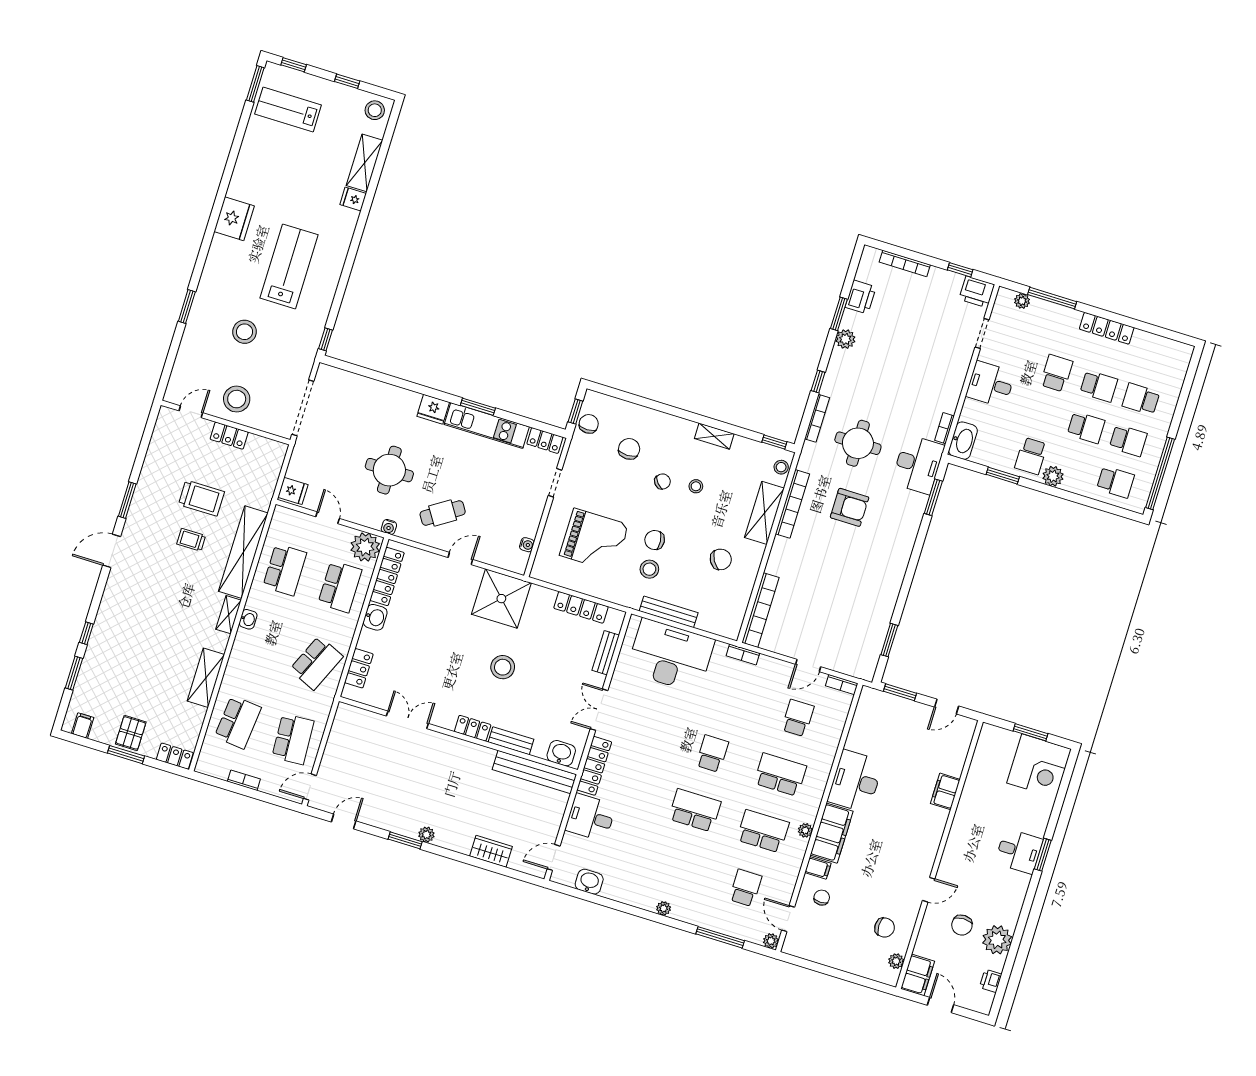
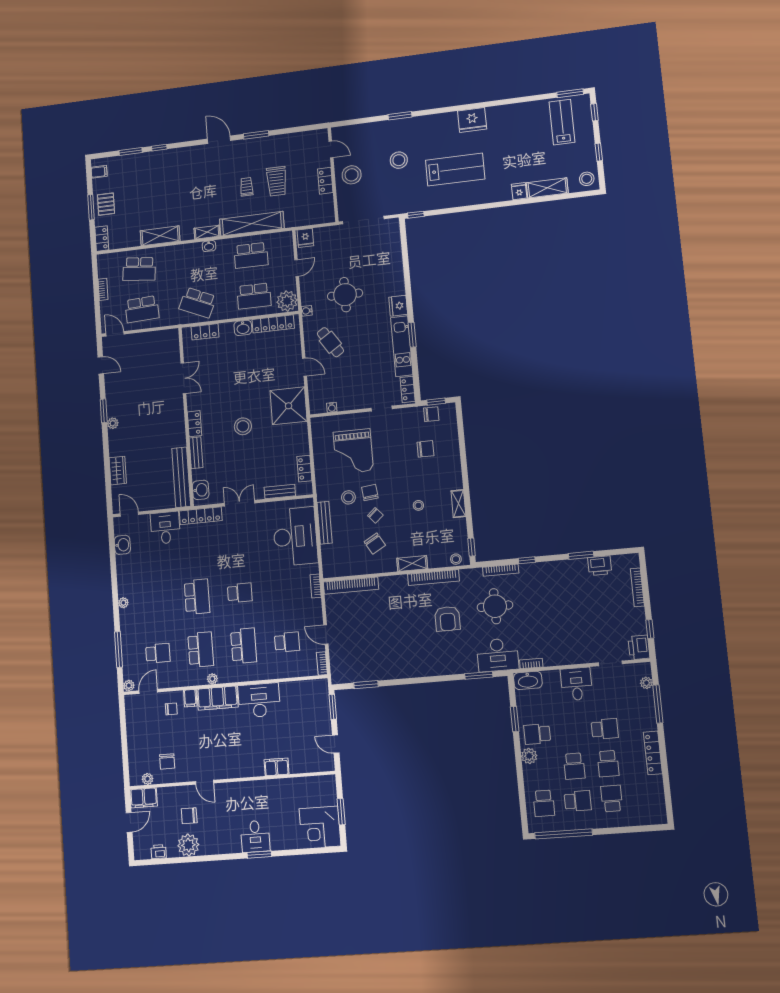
plant: (845, 339) -> (565, 567), removed
school desk: (1128, 441) -> (578, 801), turned -90
chair: (662, 481) -> (375, 515), moved
shelving: (764, 513) -> (412, 564), width x0.67, depth x0.75
locker: (581, 607) -> (304, 469), width x0.66
pallet: (131, 733) -> (106, 204), turned 90

